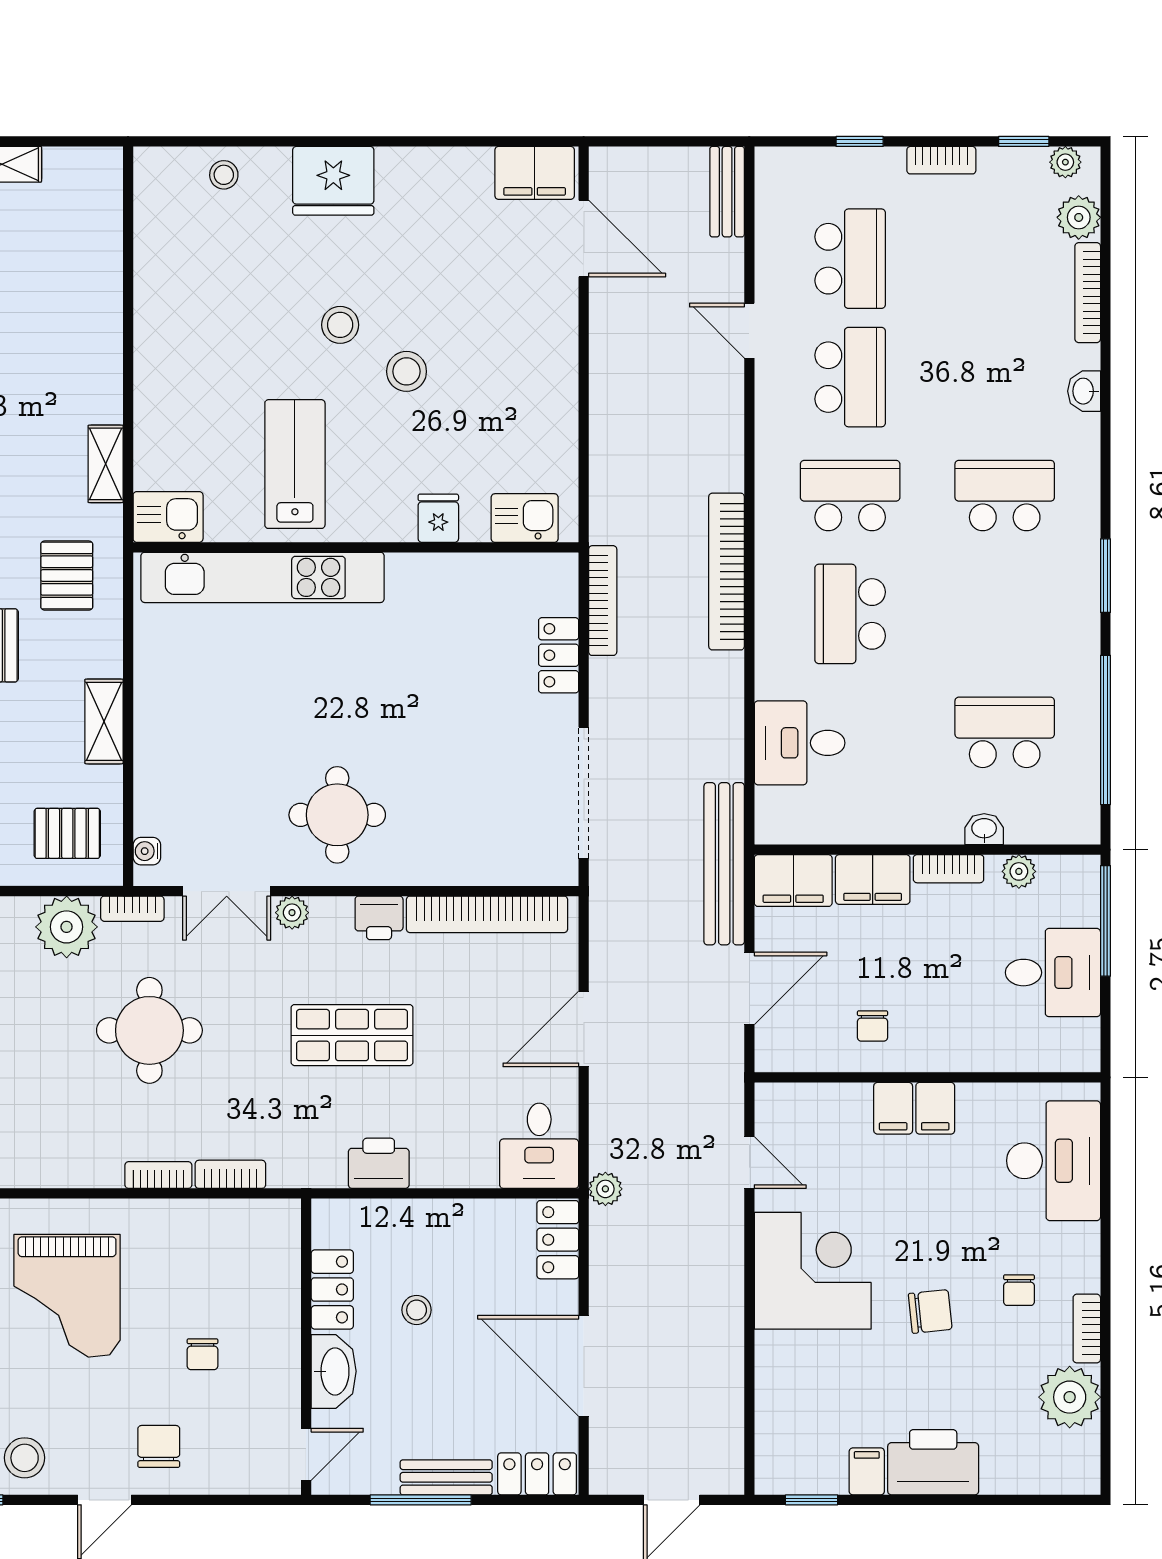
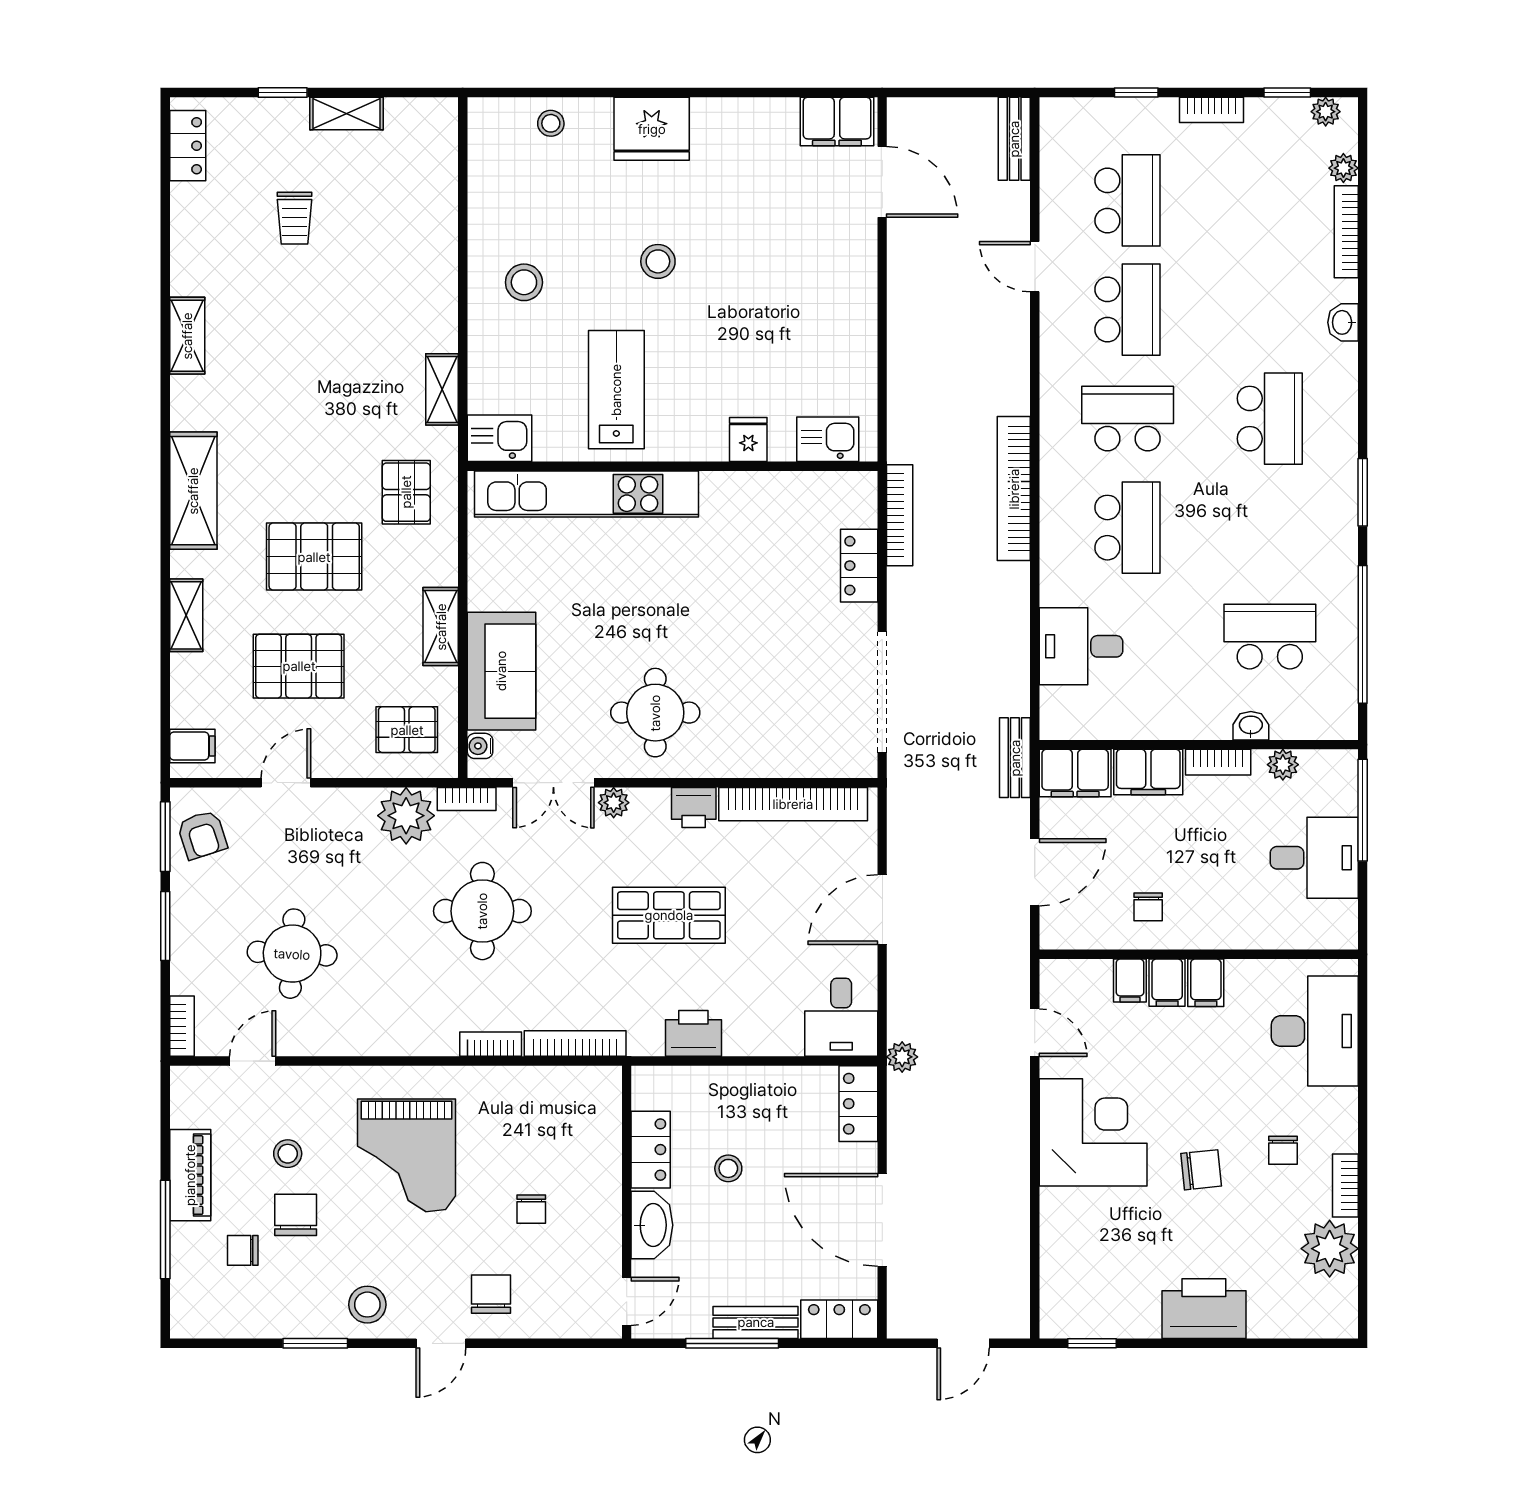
plant: (1079, 217) -> (1343, 168), width x0.73, depth x0.73
stool: (407, 371) -> (524, 282), moved
school desk: (1005, 496) -> (1270, 419), turned 90
school desk: (850, 614) -> (1128, 528), turned 180
sofa: (170, 770) -> (501, 671), added
bench: (724, 864) -> (1015, 758), width x0.54, depth x0.82
bookcase: (230, 1174) -> (575, 1044), width x1.56
filing cabinet: (867, 1471) -> (1130, 981), moved, turned 180

